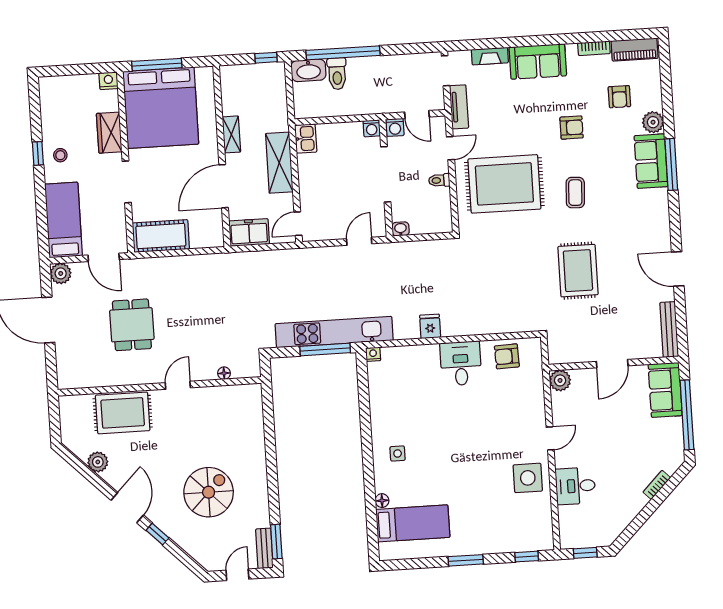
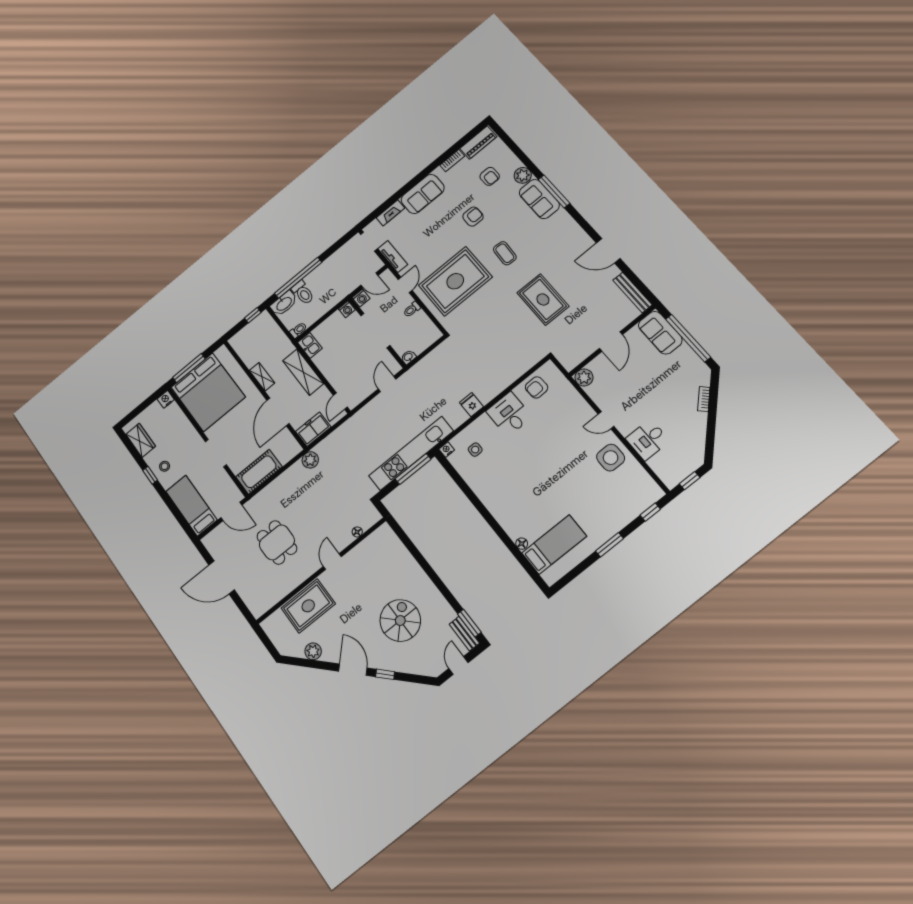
toilet: (305, 112) -> (298, 330), added
wardrobe: (109, 133) -> (141, 440), moved, turned 180
plant: (61, 273) -> (310, 460), moved
door: (550, 438) -> (606, 420), swing flipped
side table: (398, 453) -> (475, 450), moved

